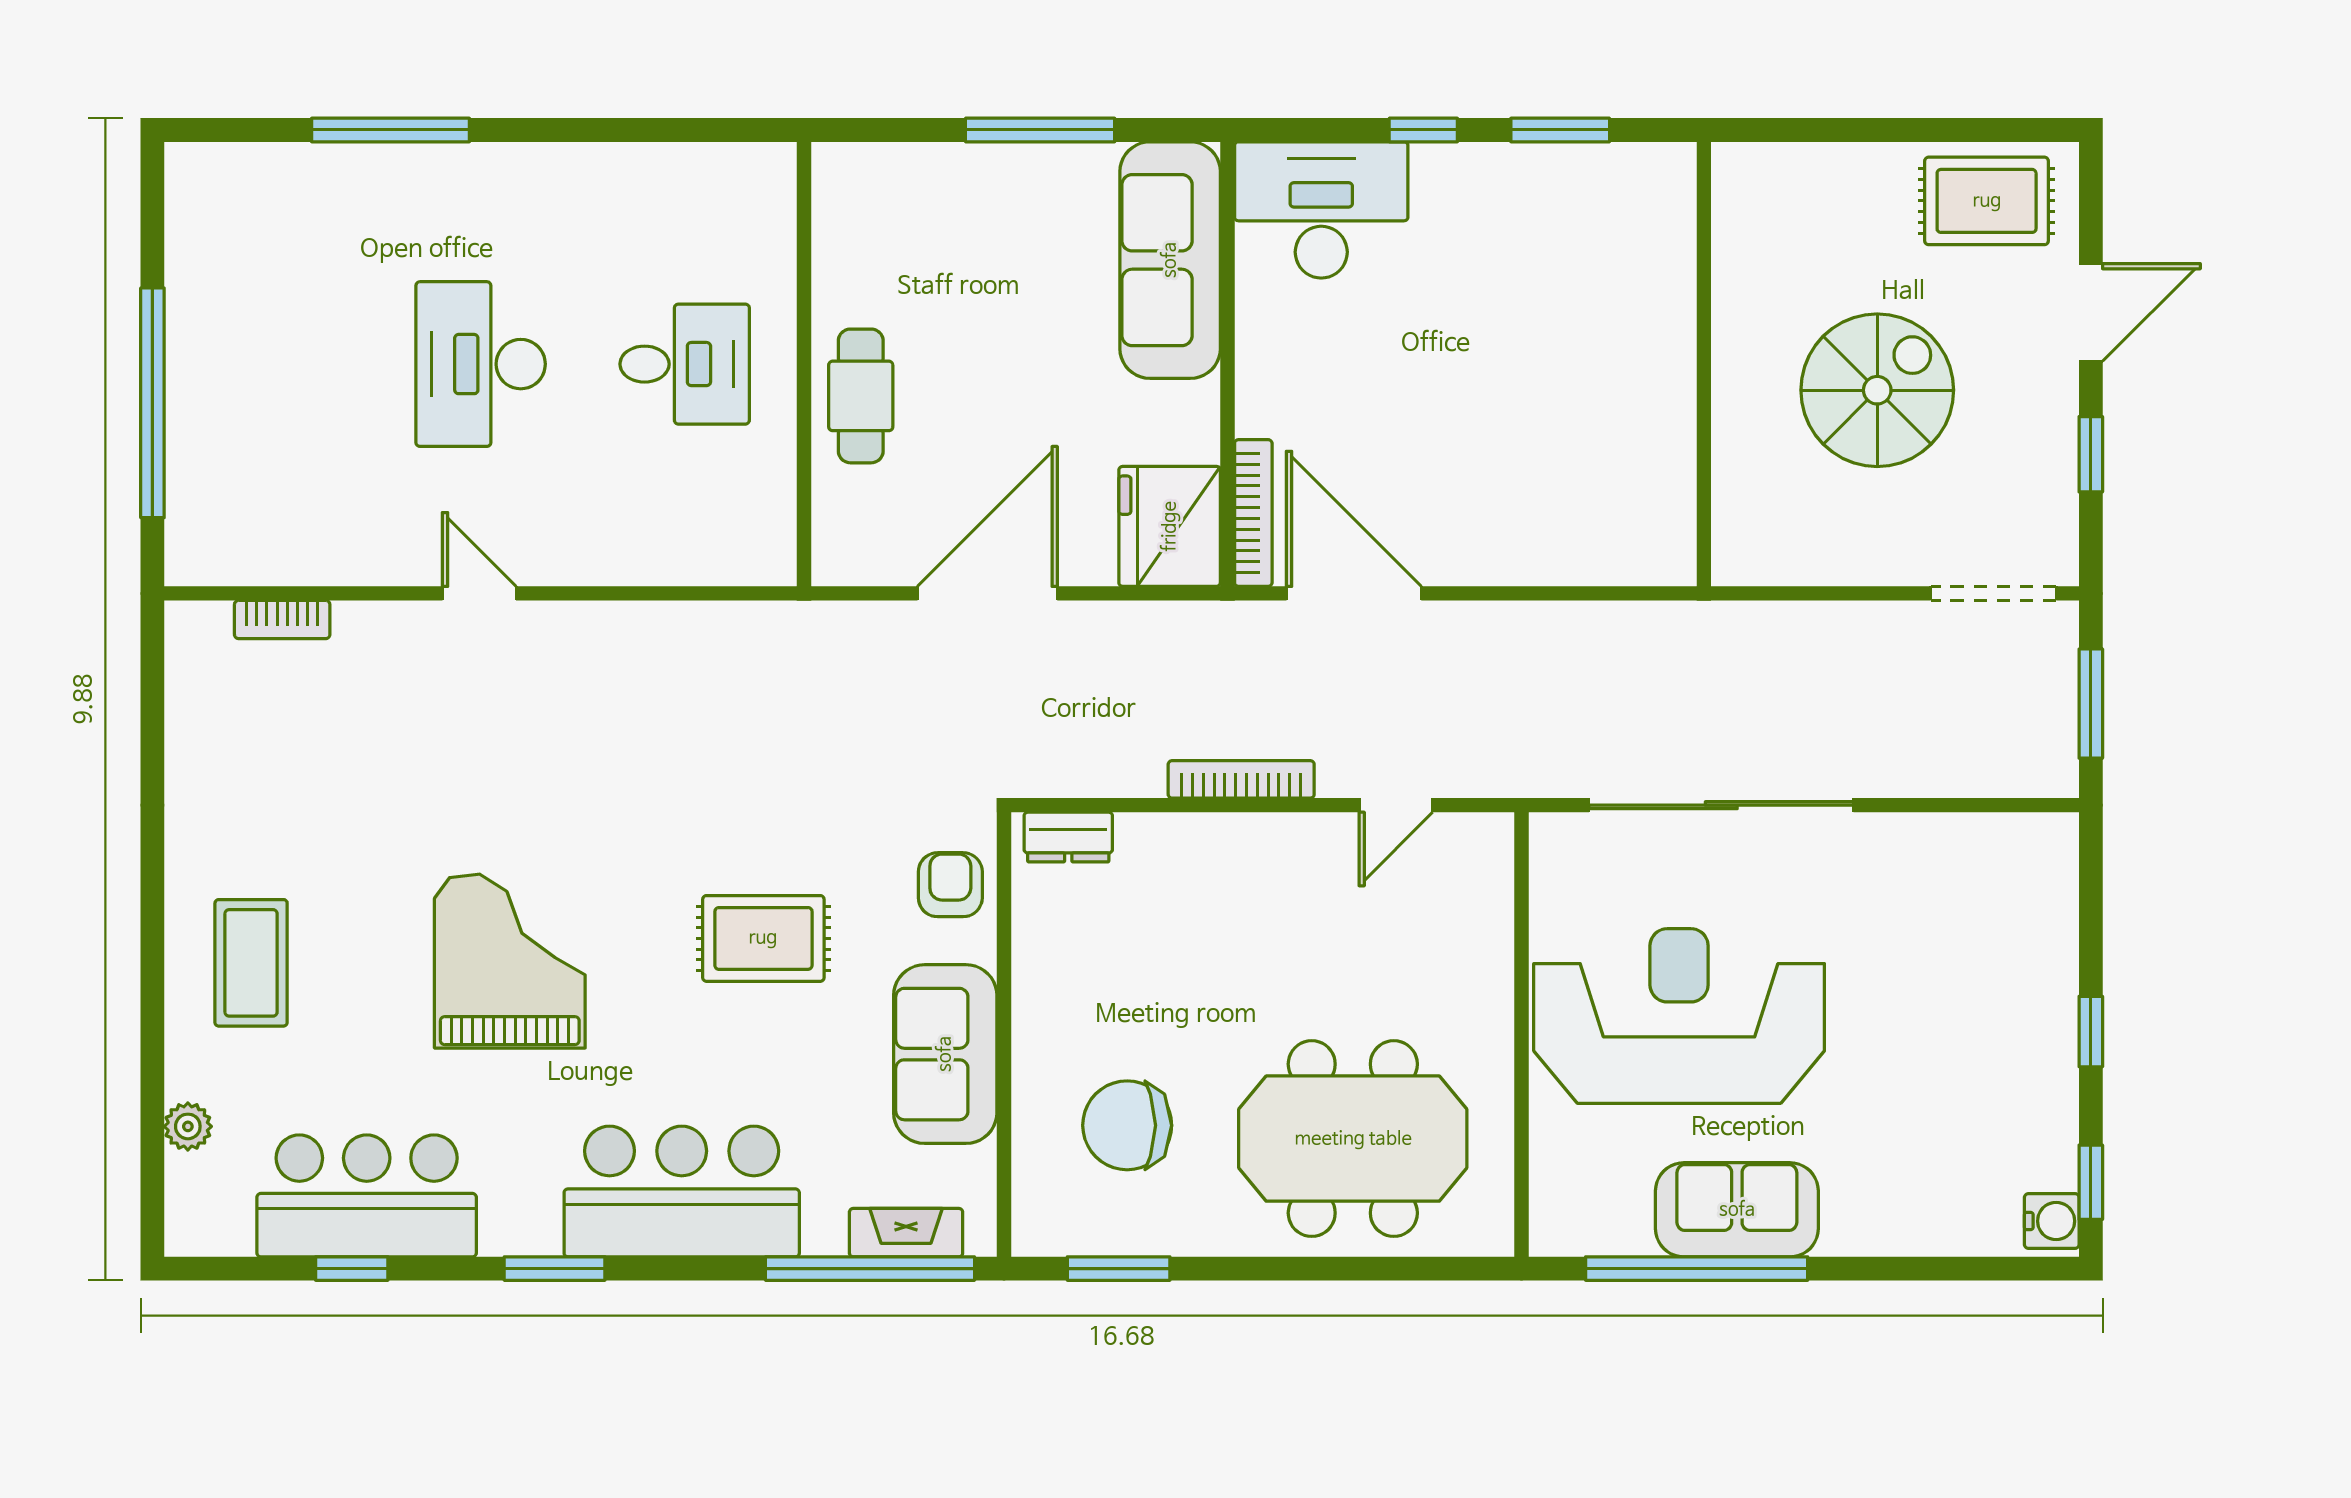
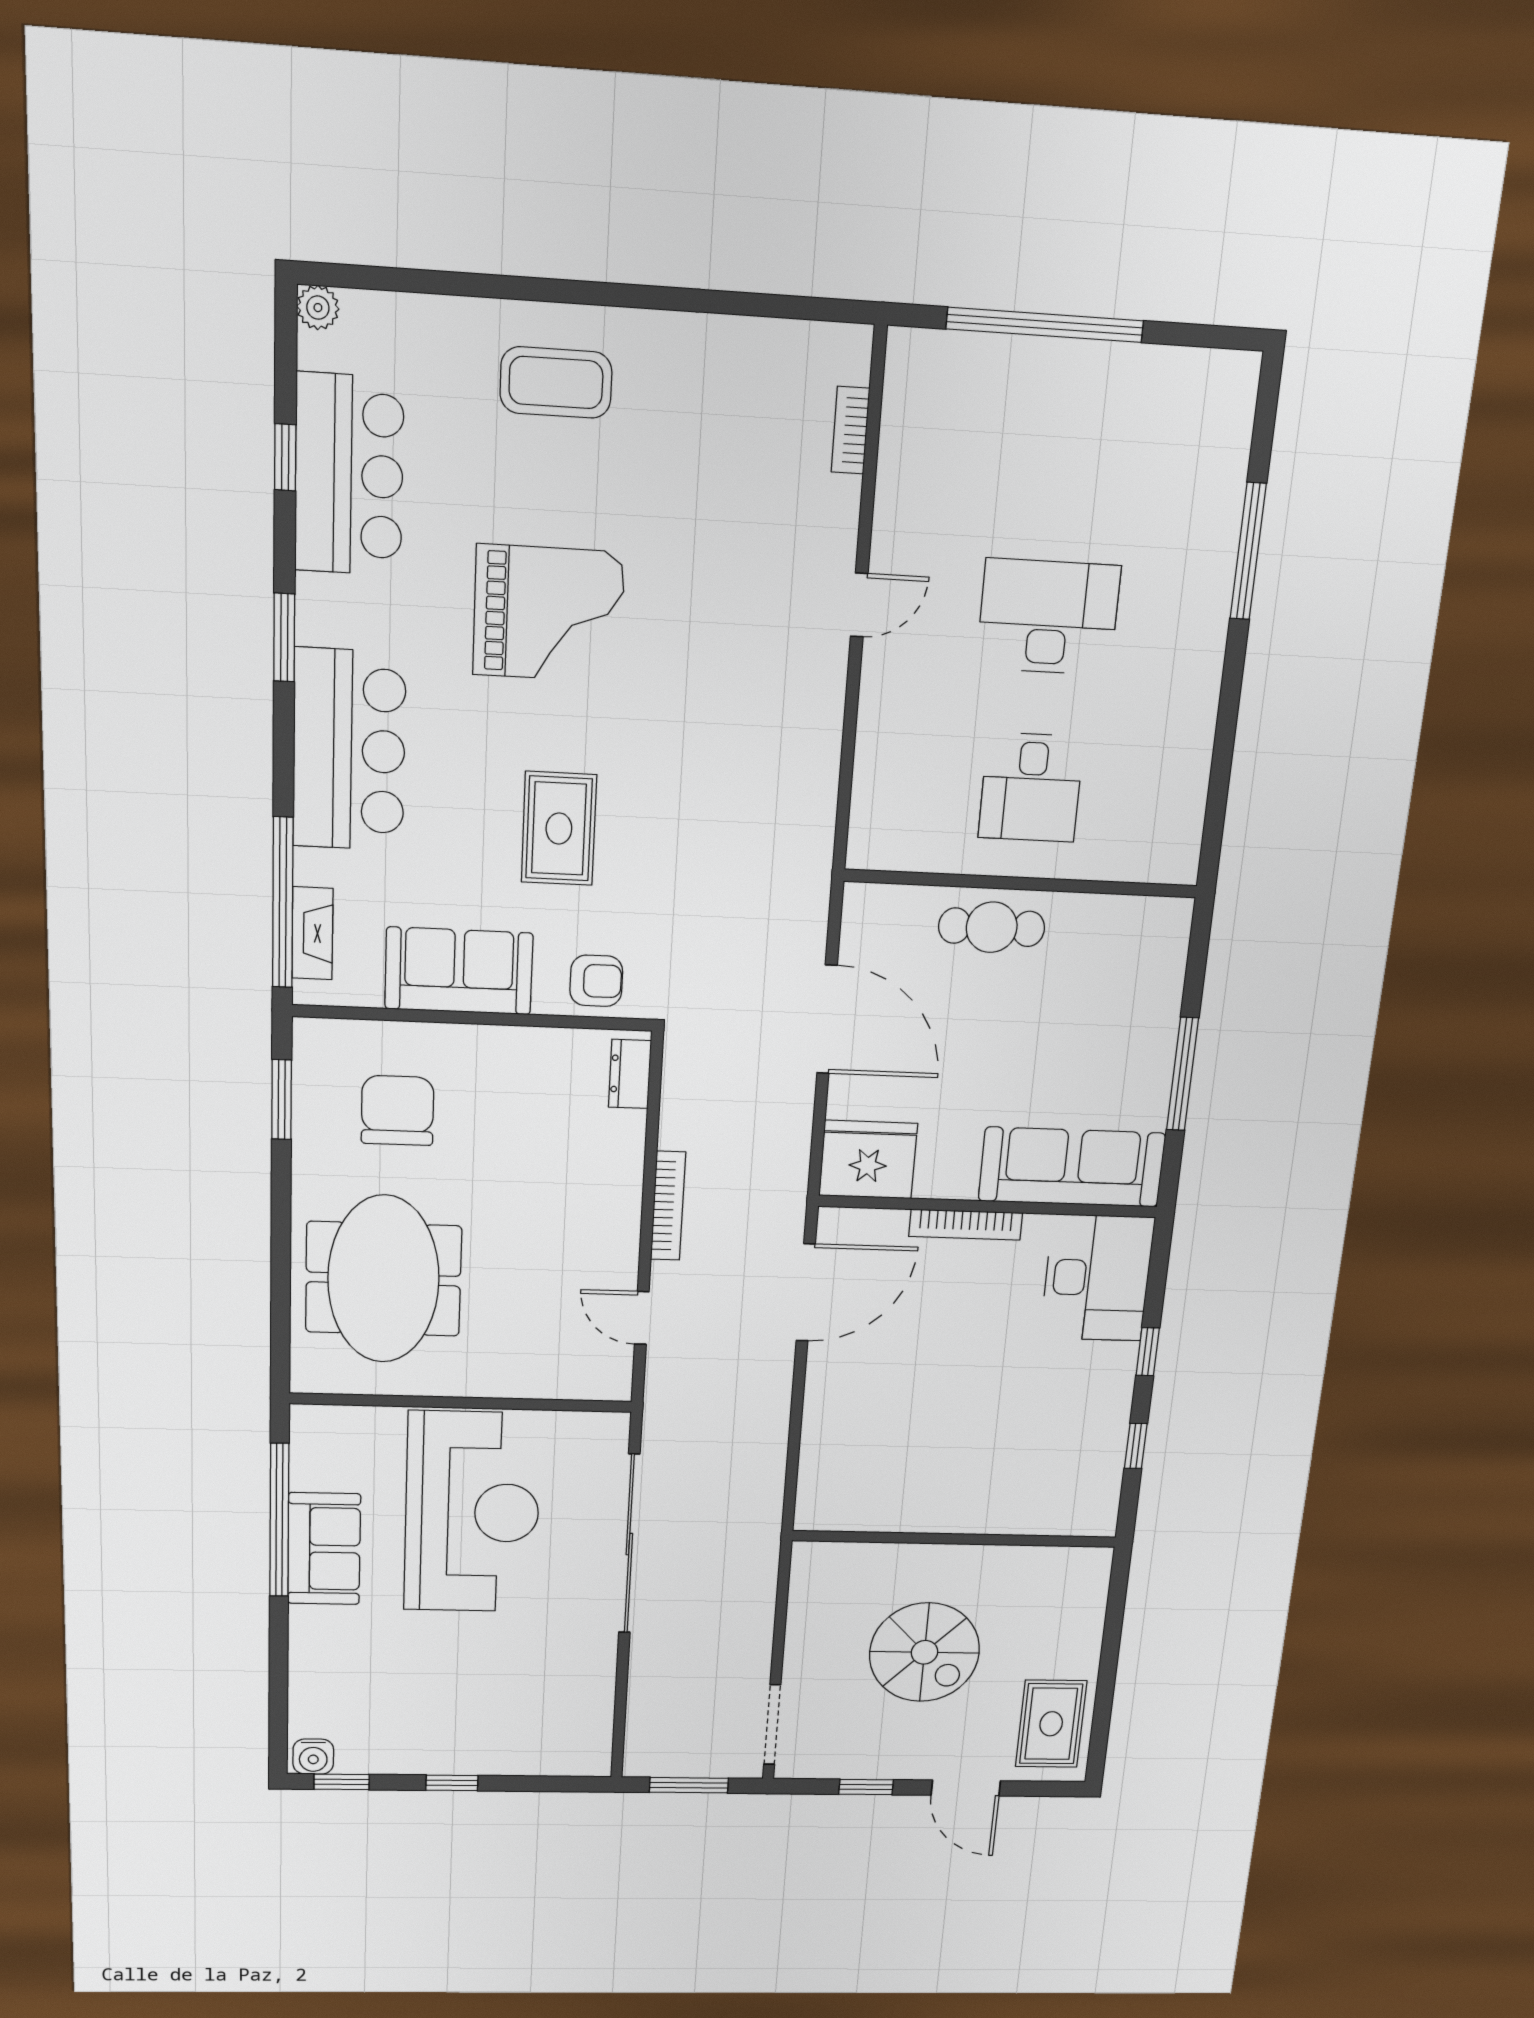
window: (1560, 130) -> (1136, 1446), width x0.67
bookcase: (1253, 513) -> (966, 1225), moved
plant: (188, 1126) -> (318, 308), moved

